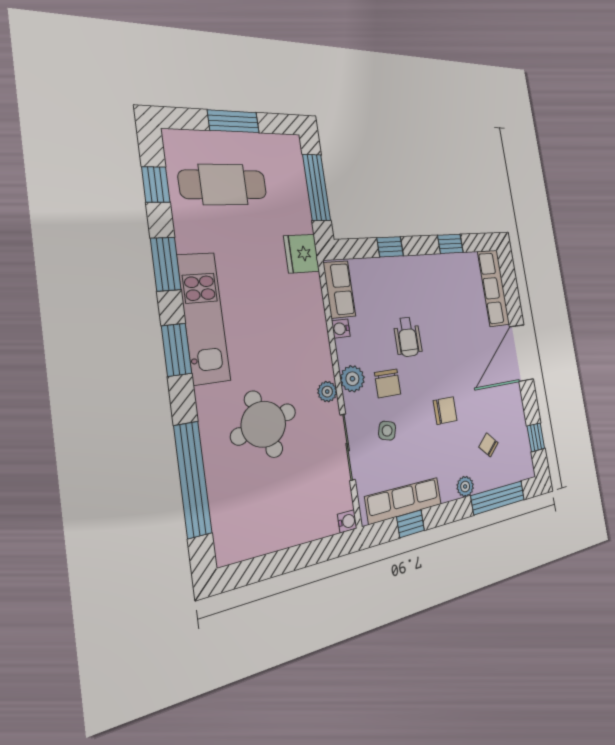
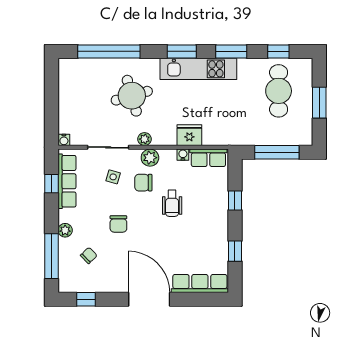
fridge: (302, 254) -> (189, 135), moved
wheelchair: (408, 337) -> (172, 203), turned -90

